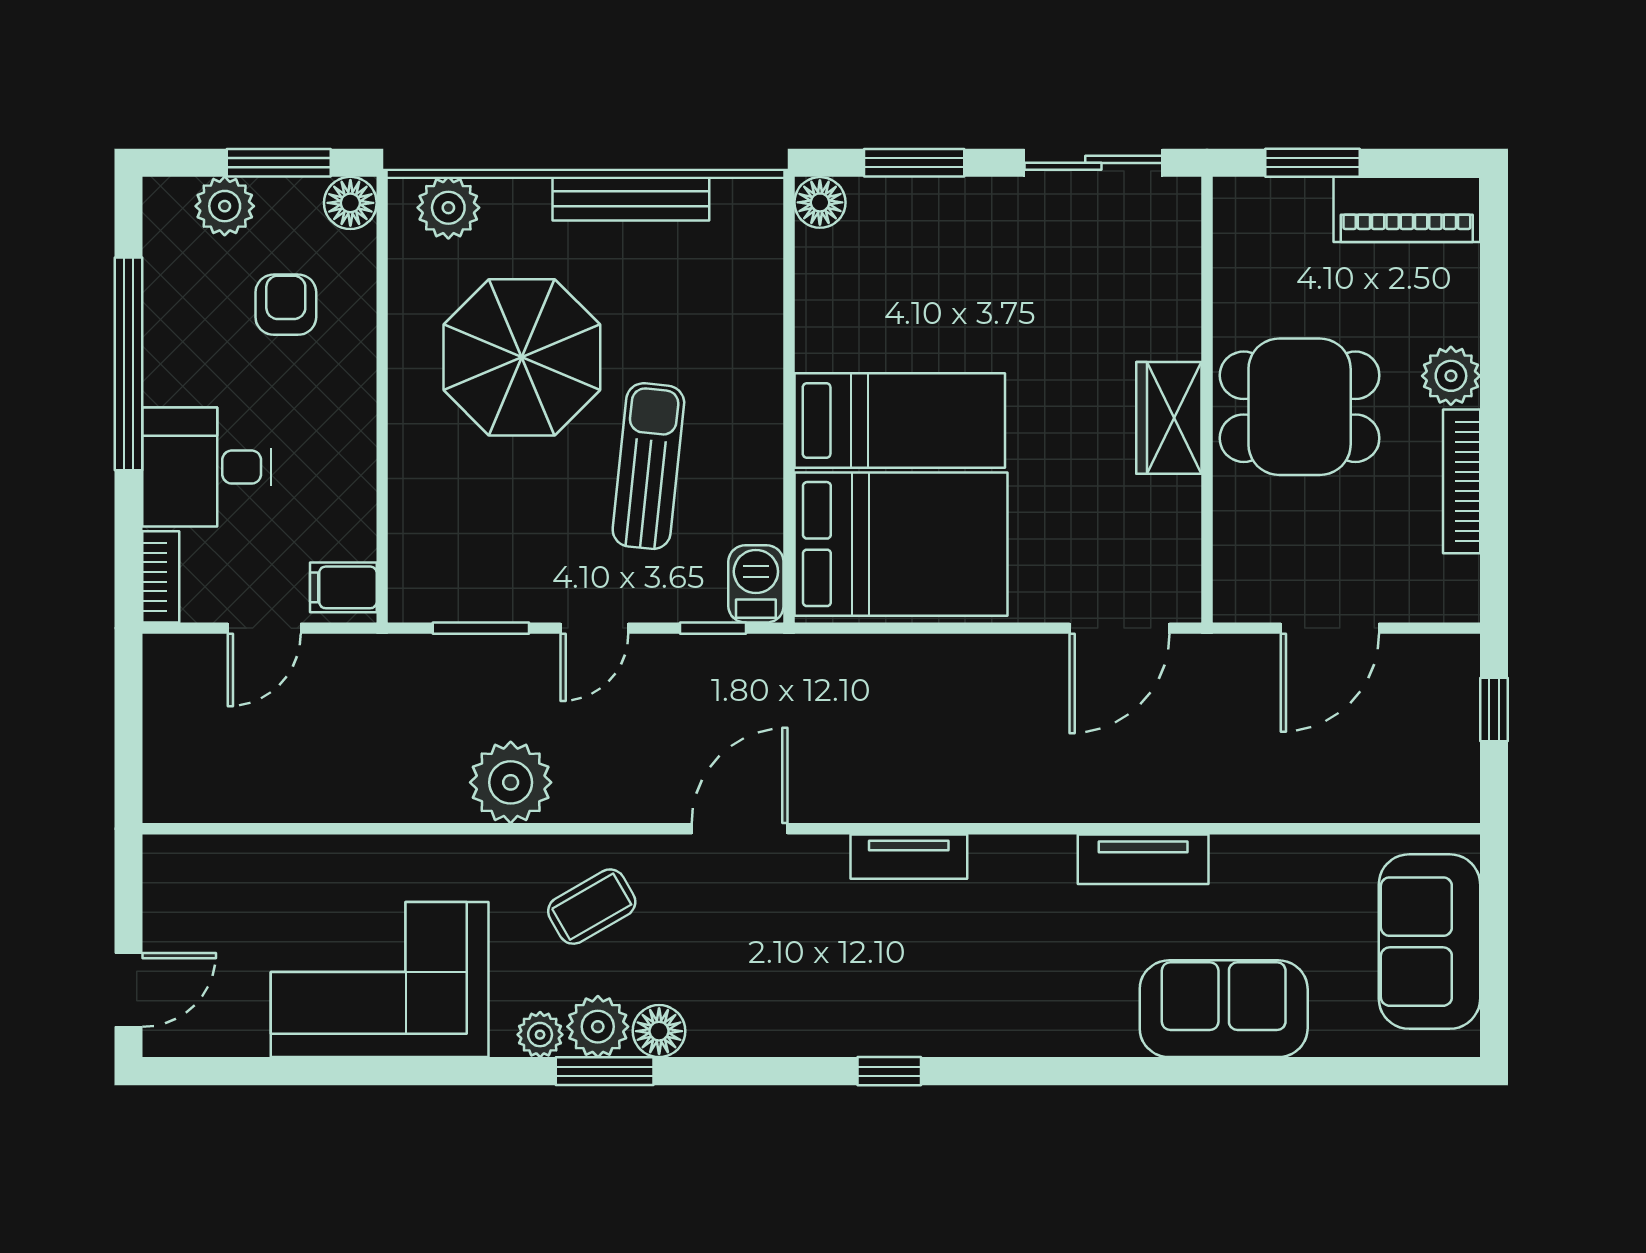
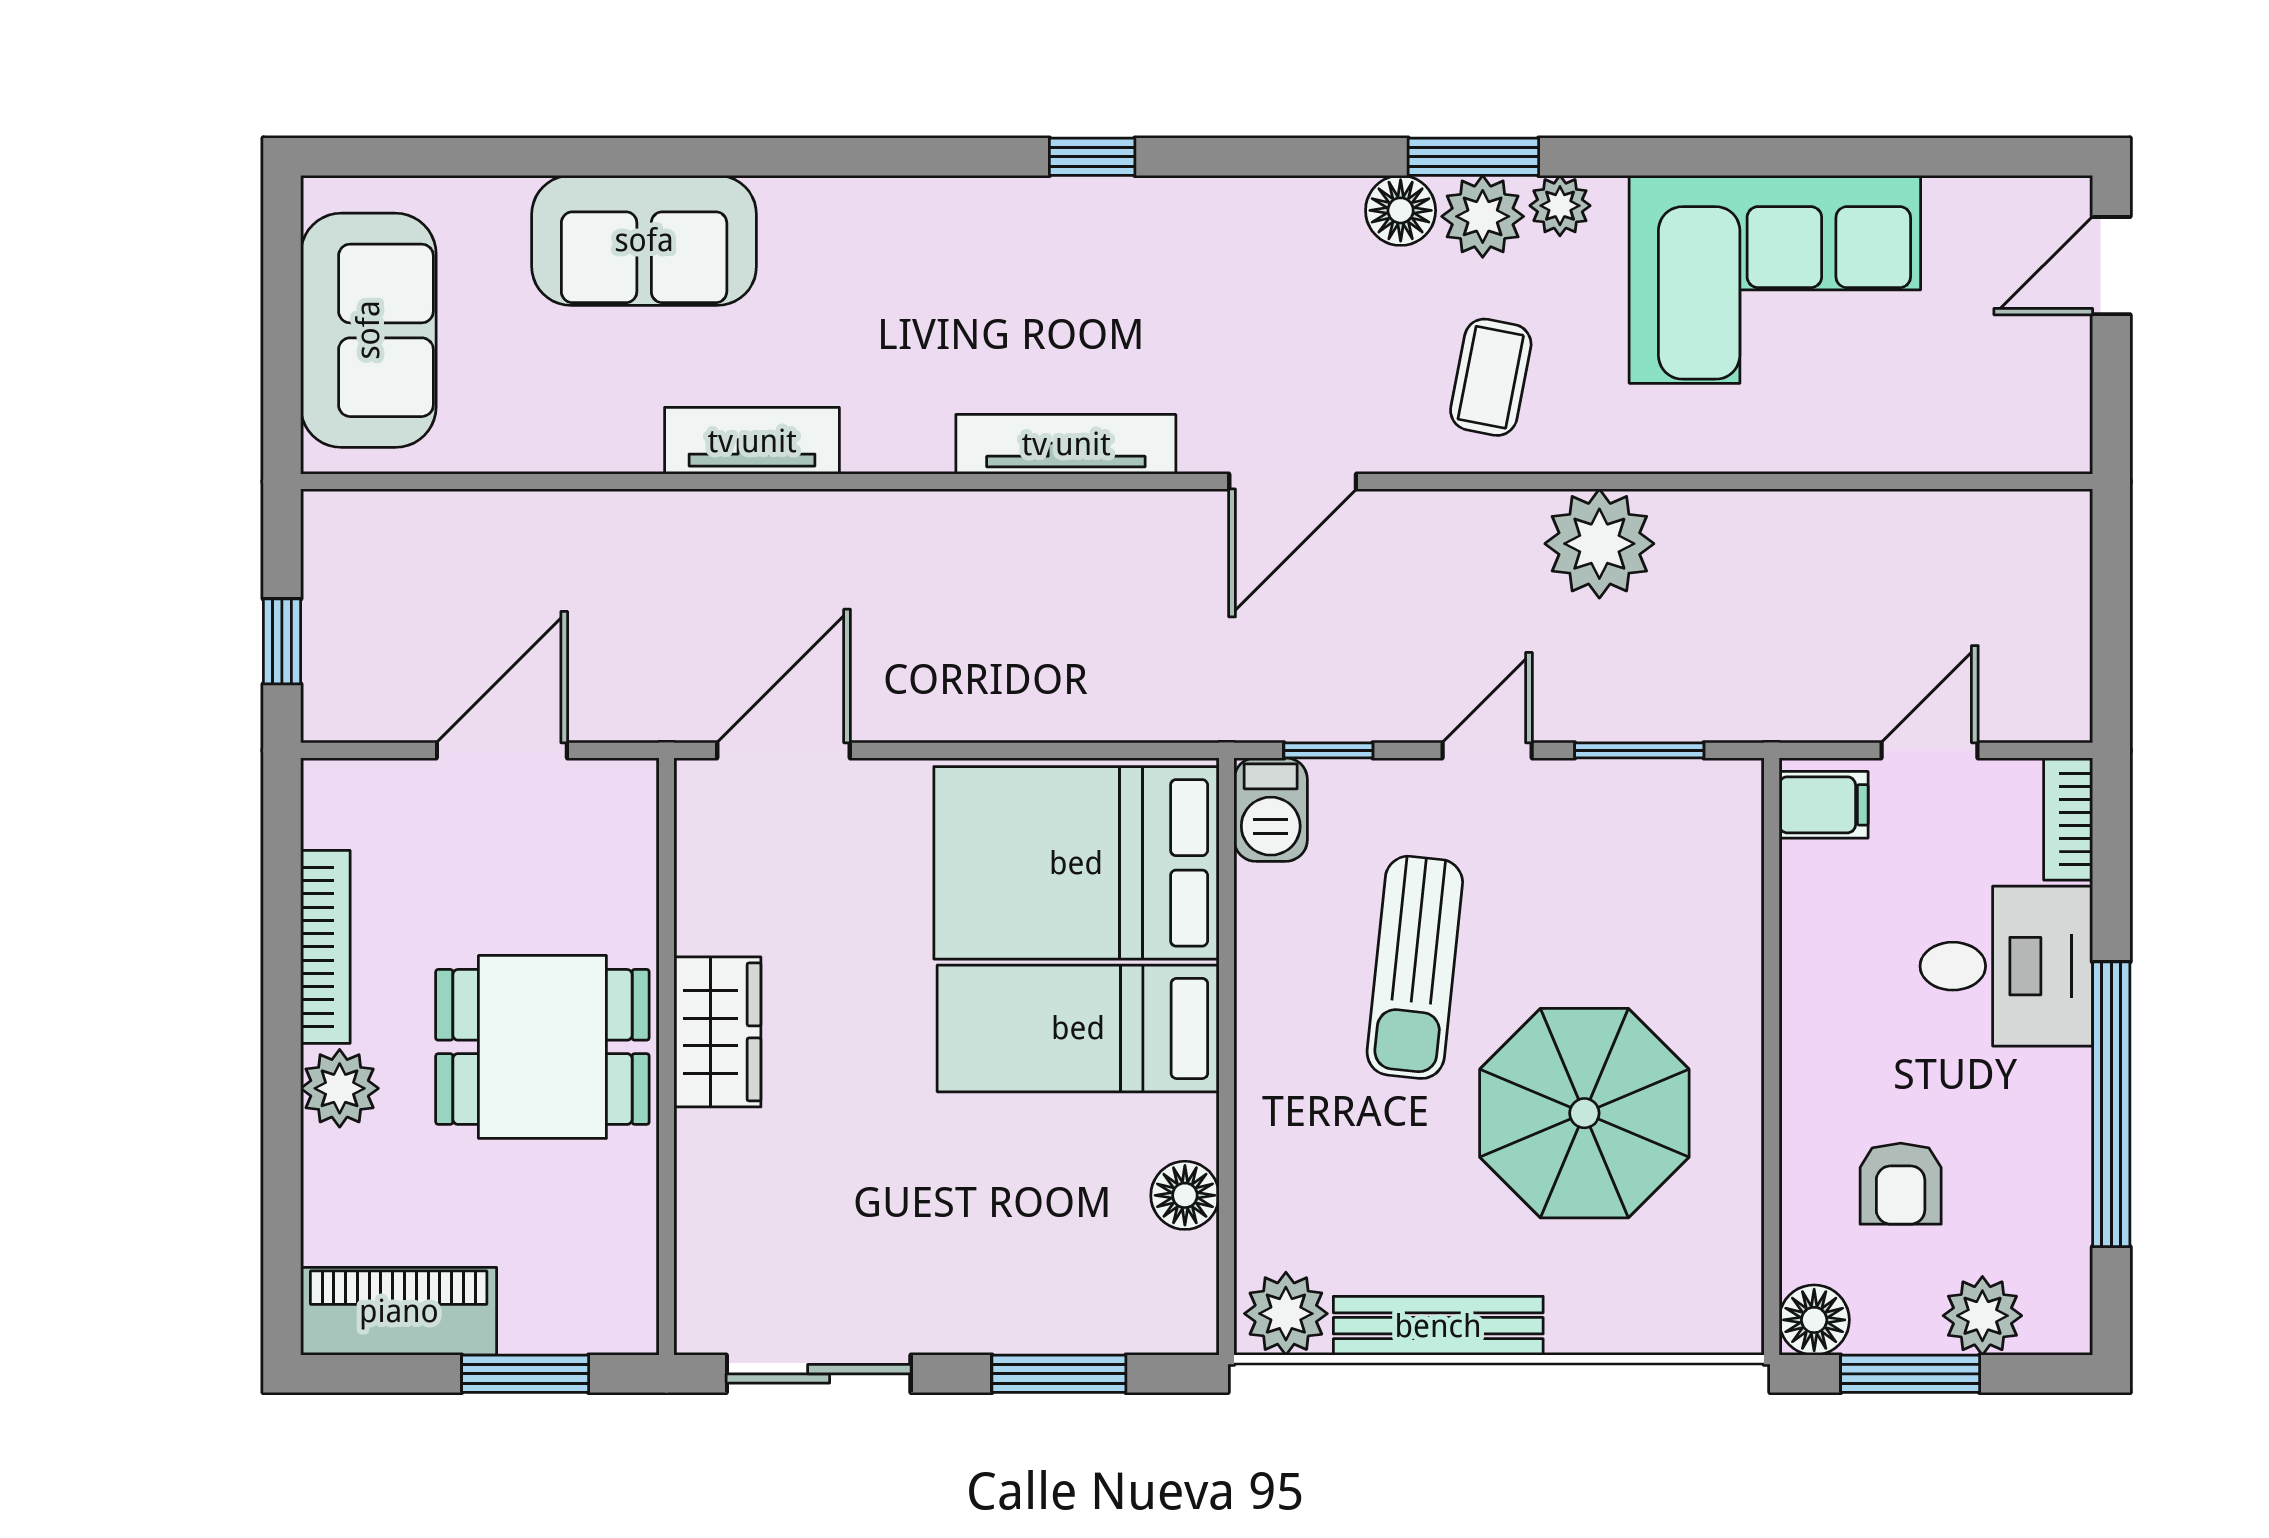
floor lamp: (820, 202) -> (1185, 1195), moved
plant: (448, 208) -> (1286, 1314), moved
tv unit: (909, 857) -> (1066, 444), width x1.41
coffee table: (592, 907) -> (1491, 377), turned -49

